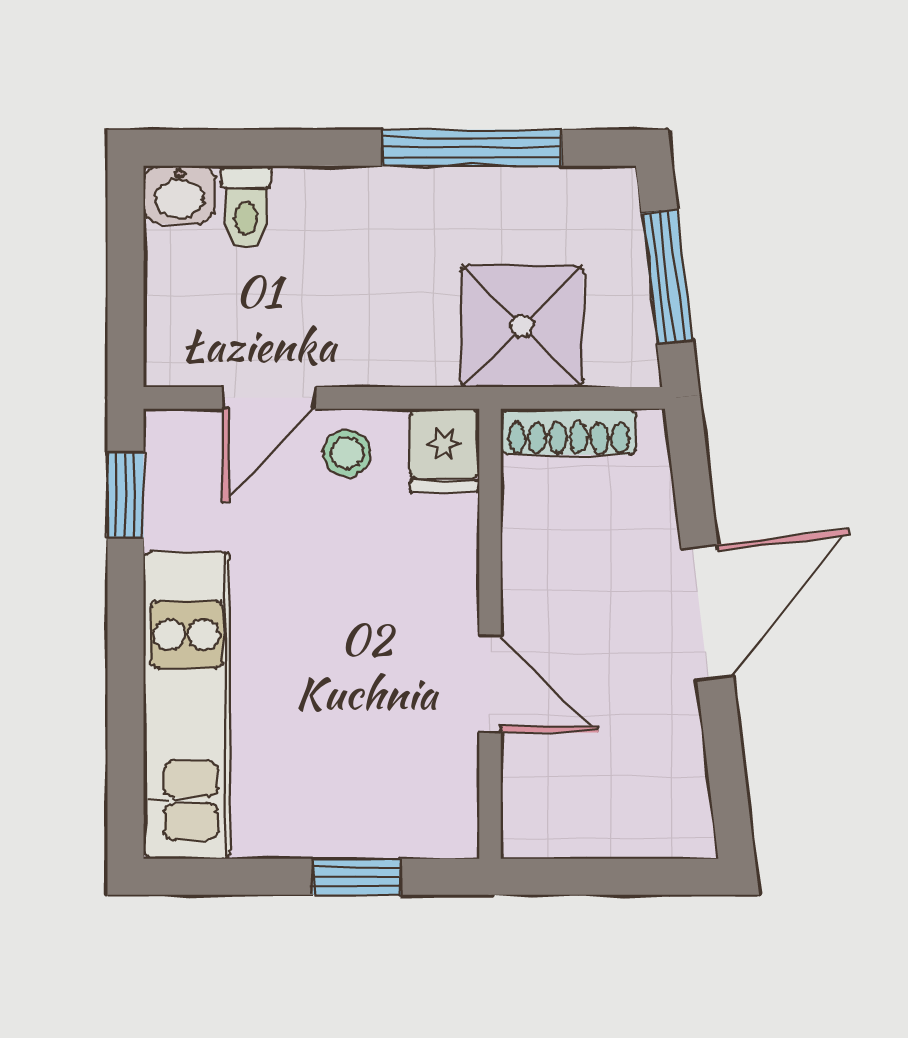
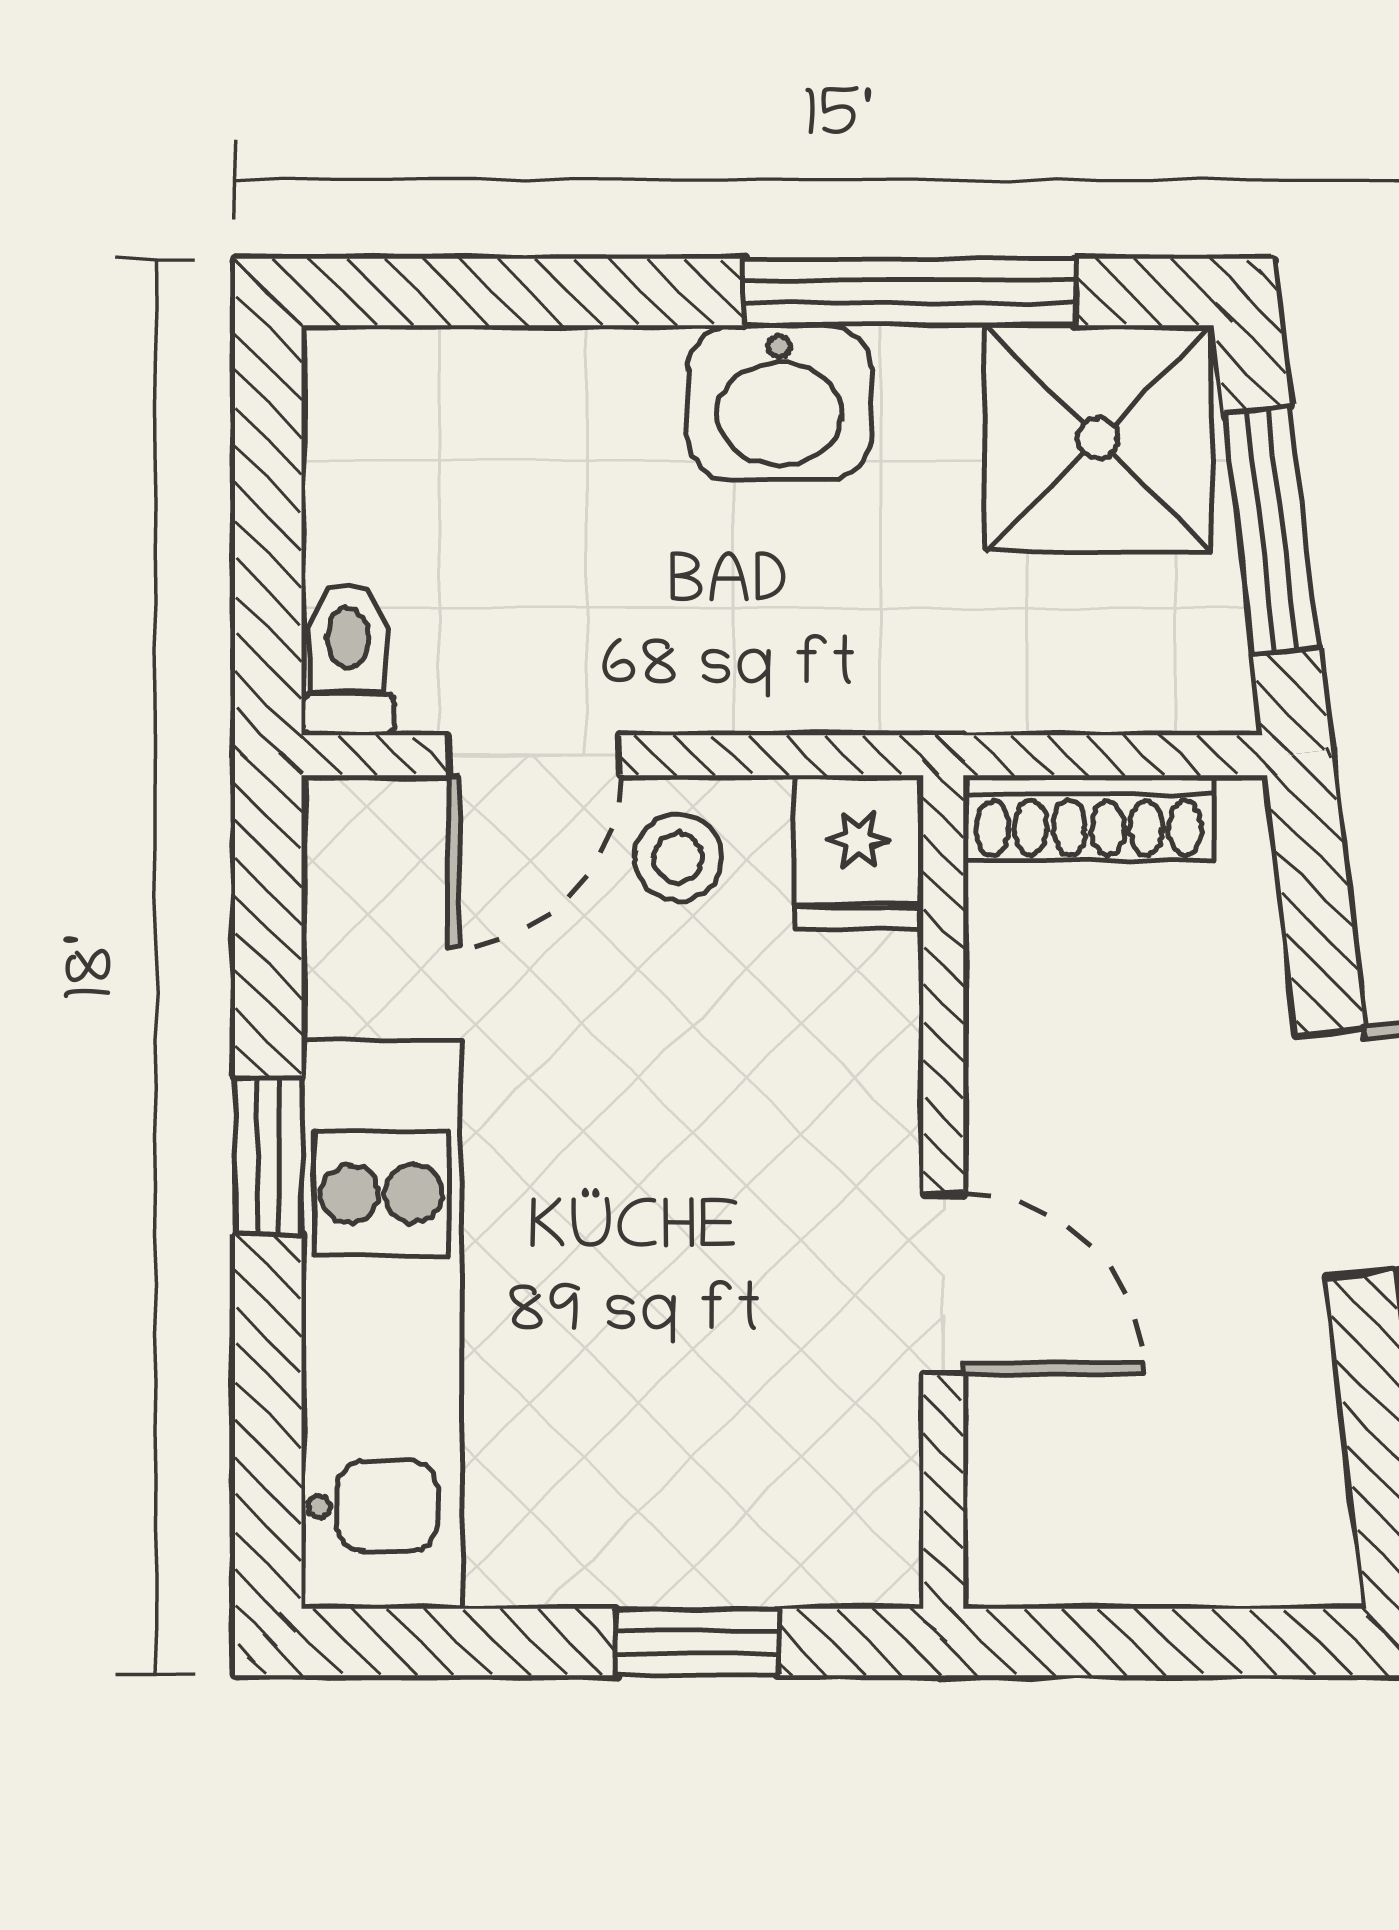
washbasin: (179, 195) -> (779, 403), moved, width x1.38, depth x1.45
toilet: (246, 207) -> (348, 659), moved, turned 180
shower: (522, 326) -> (1098, 438), moved
window: (126, 495) -> (268, 1156), moved

